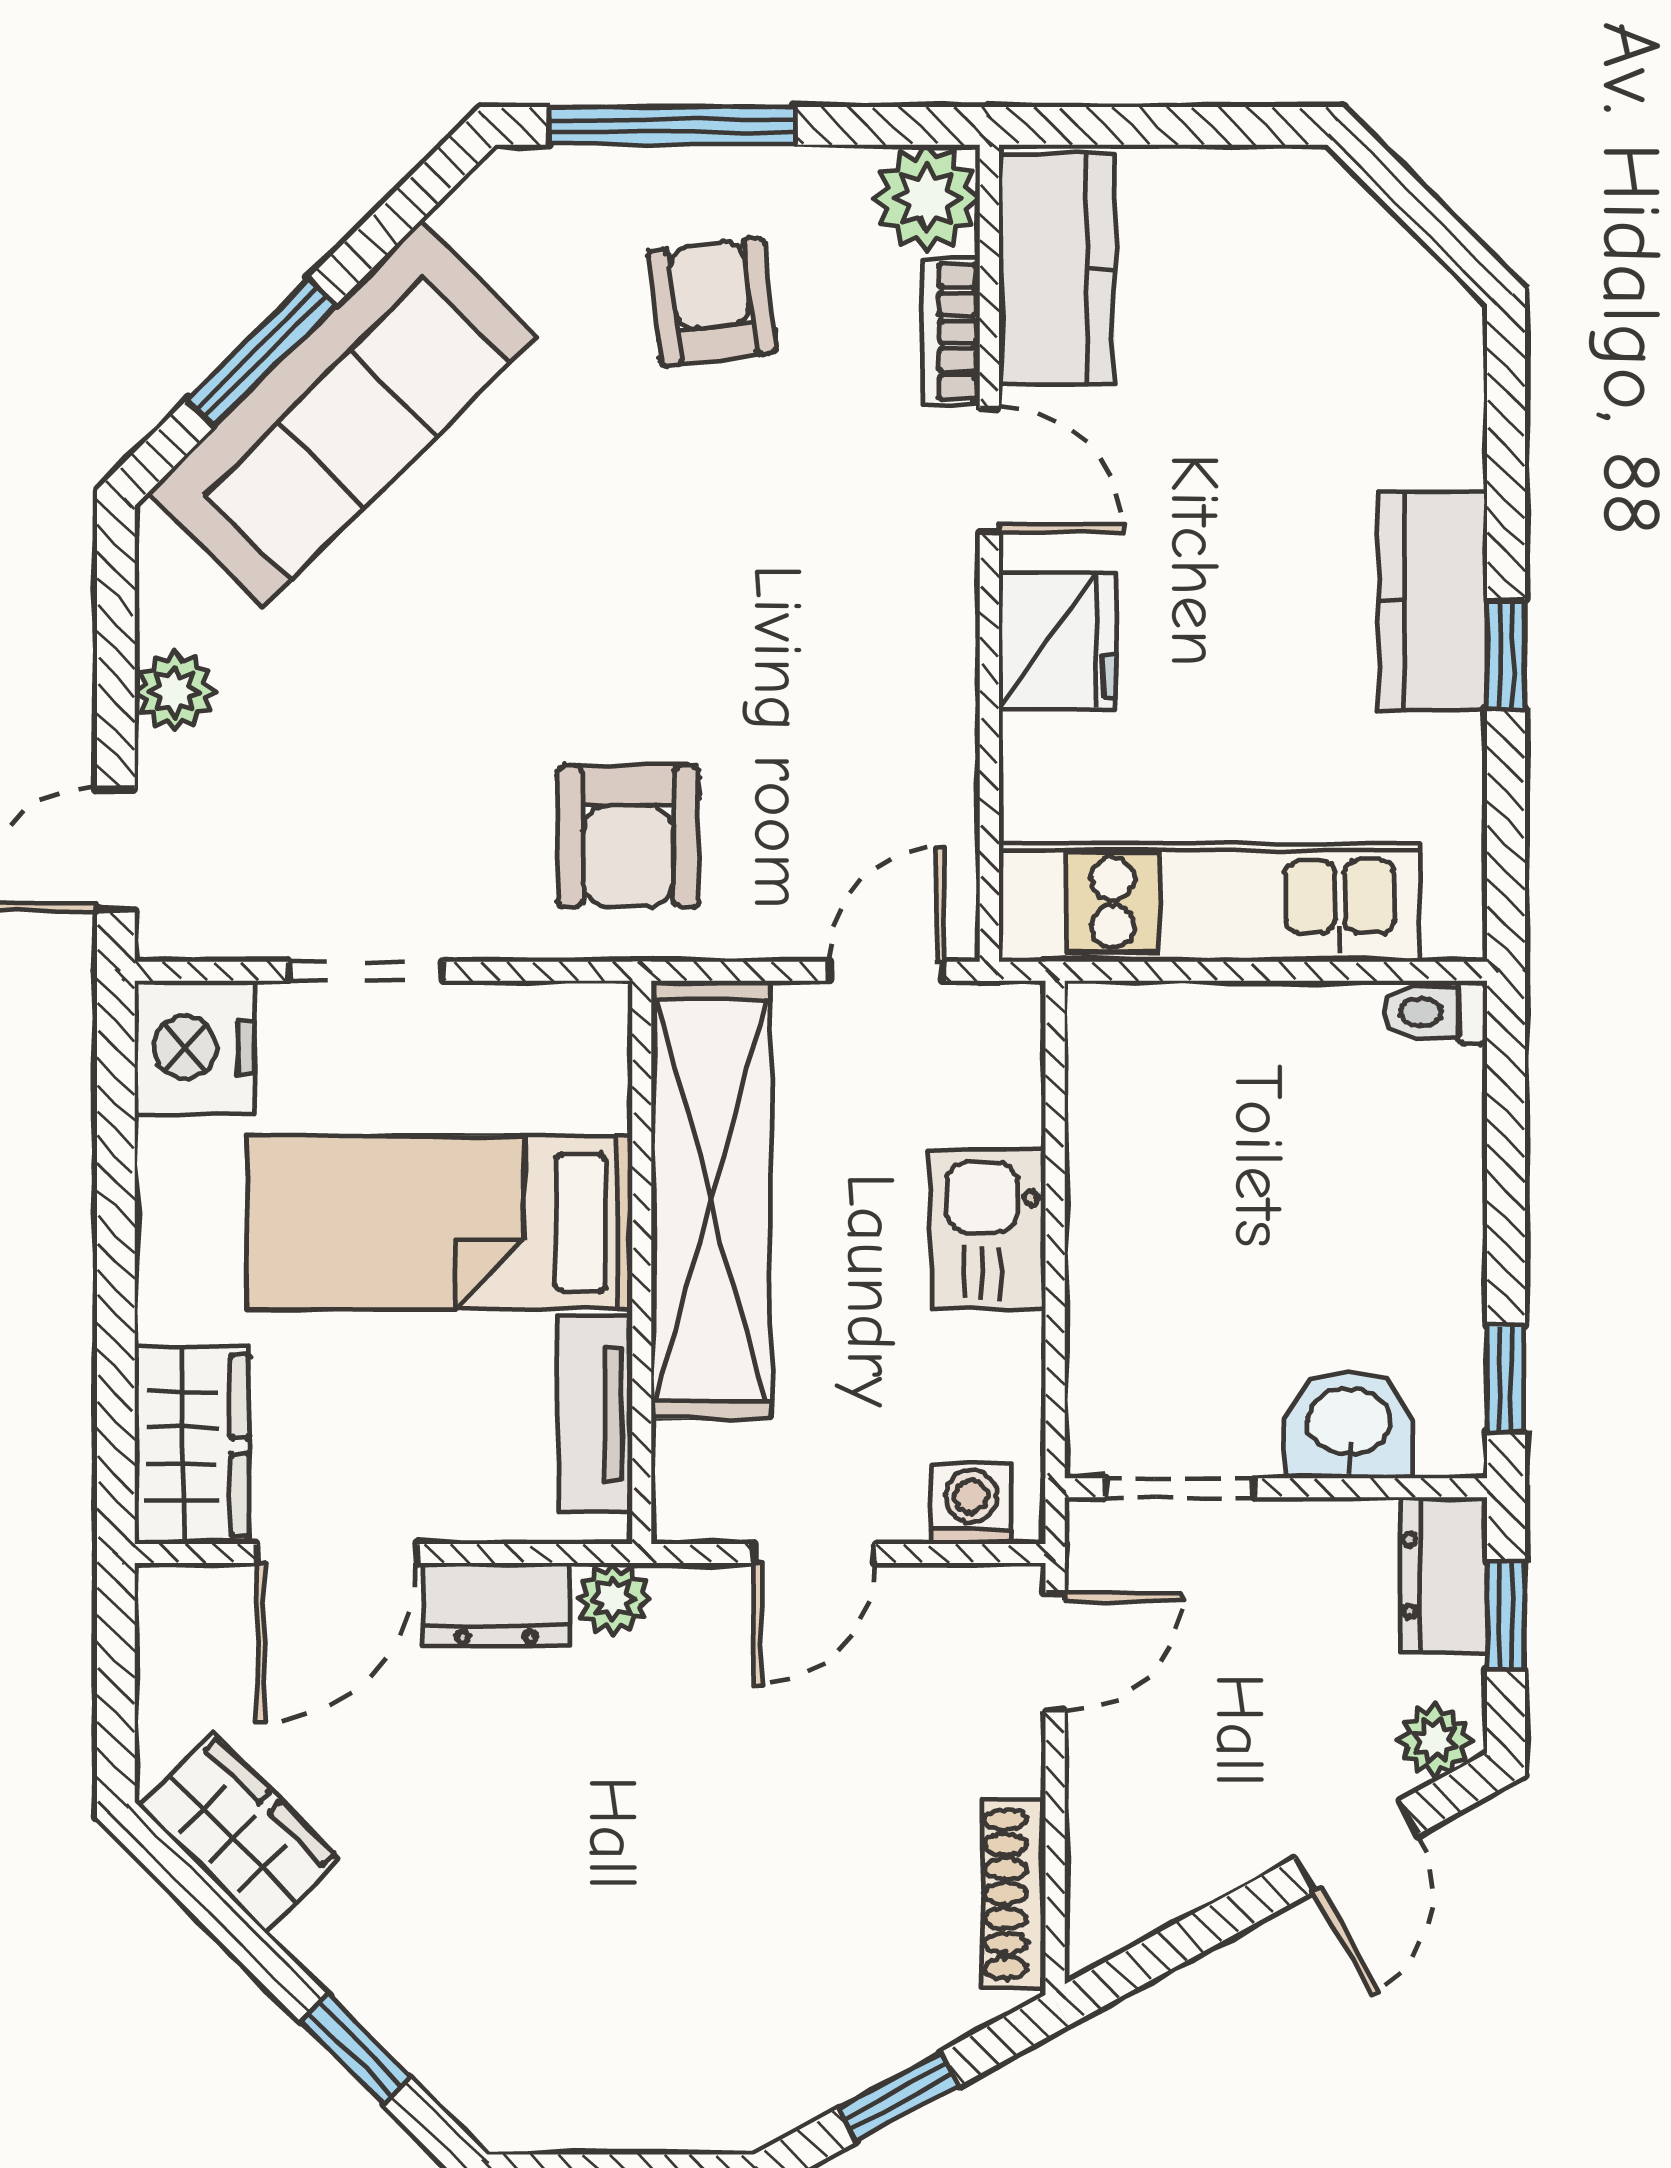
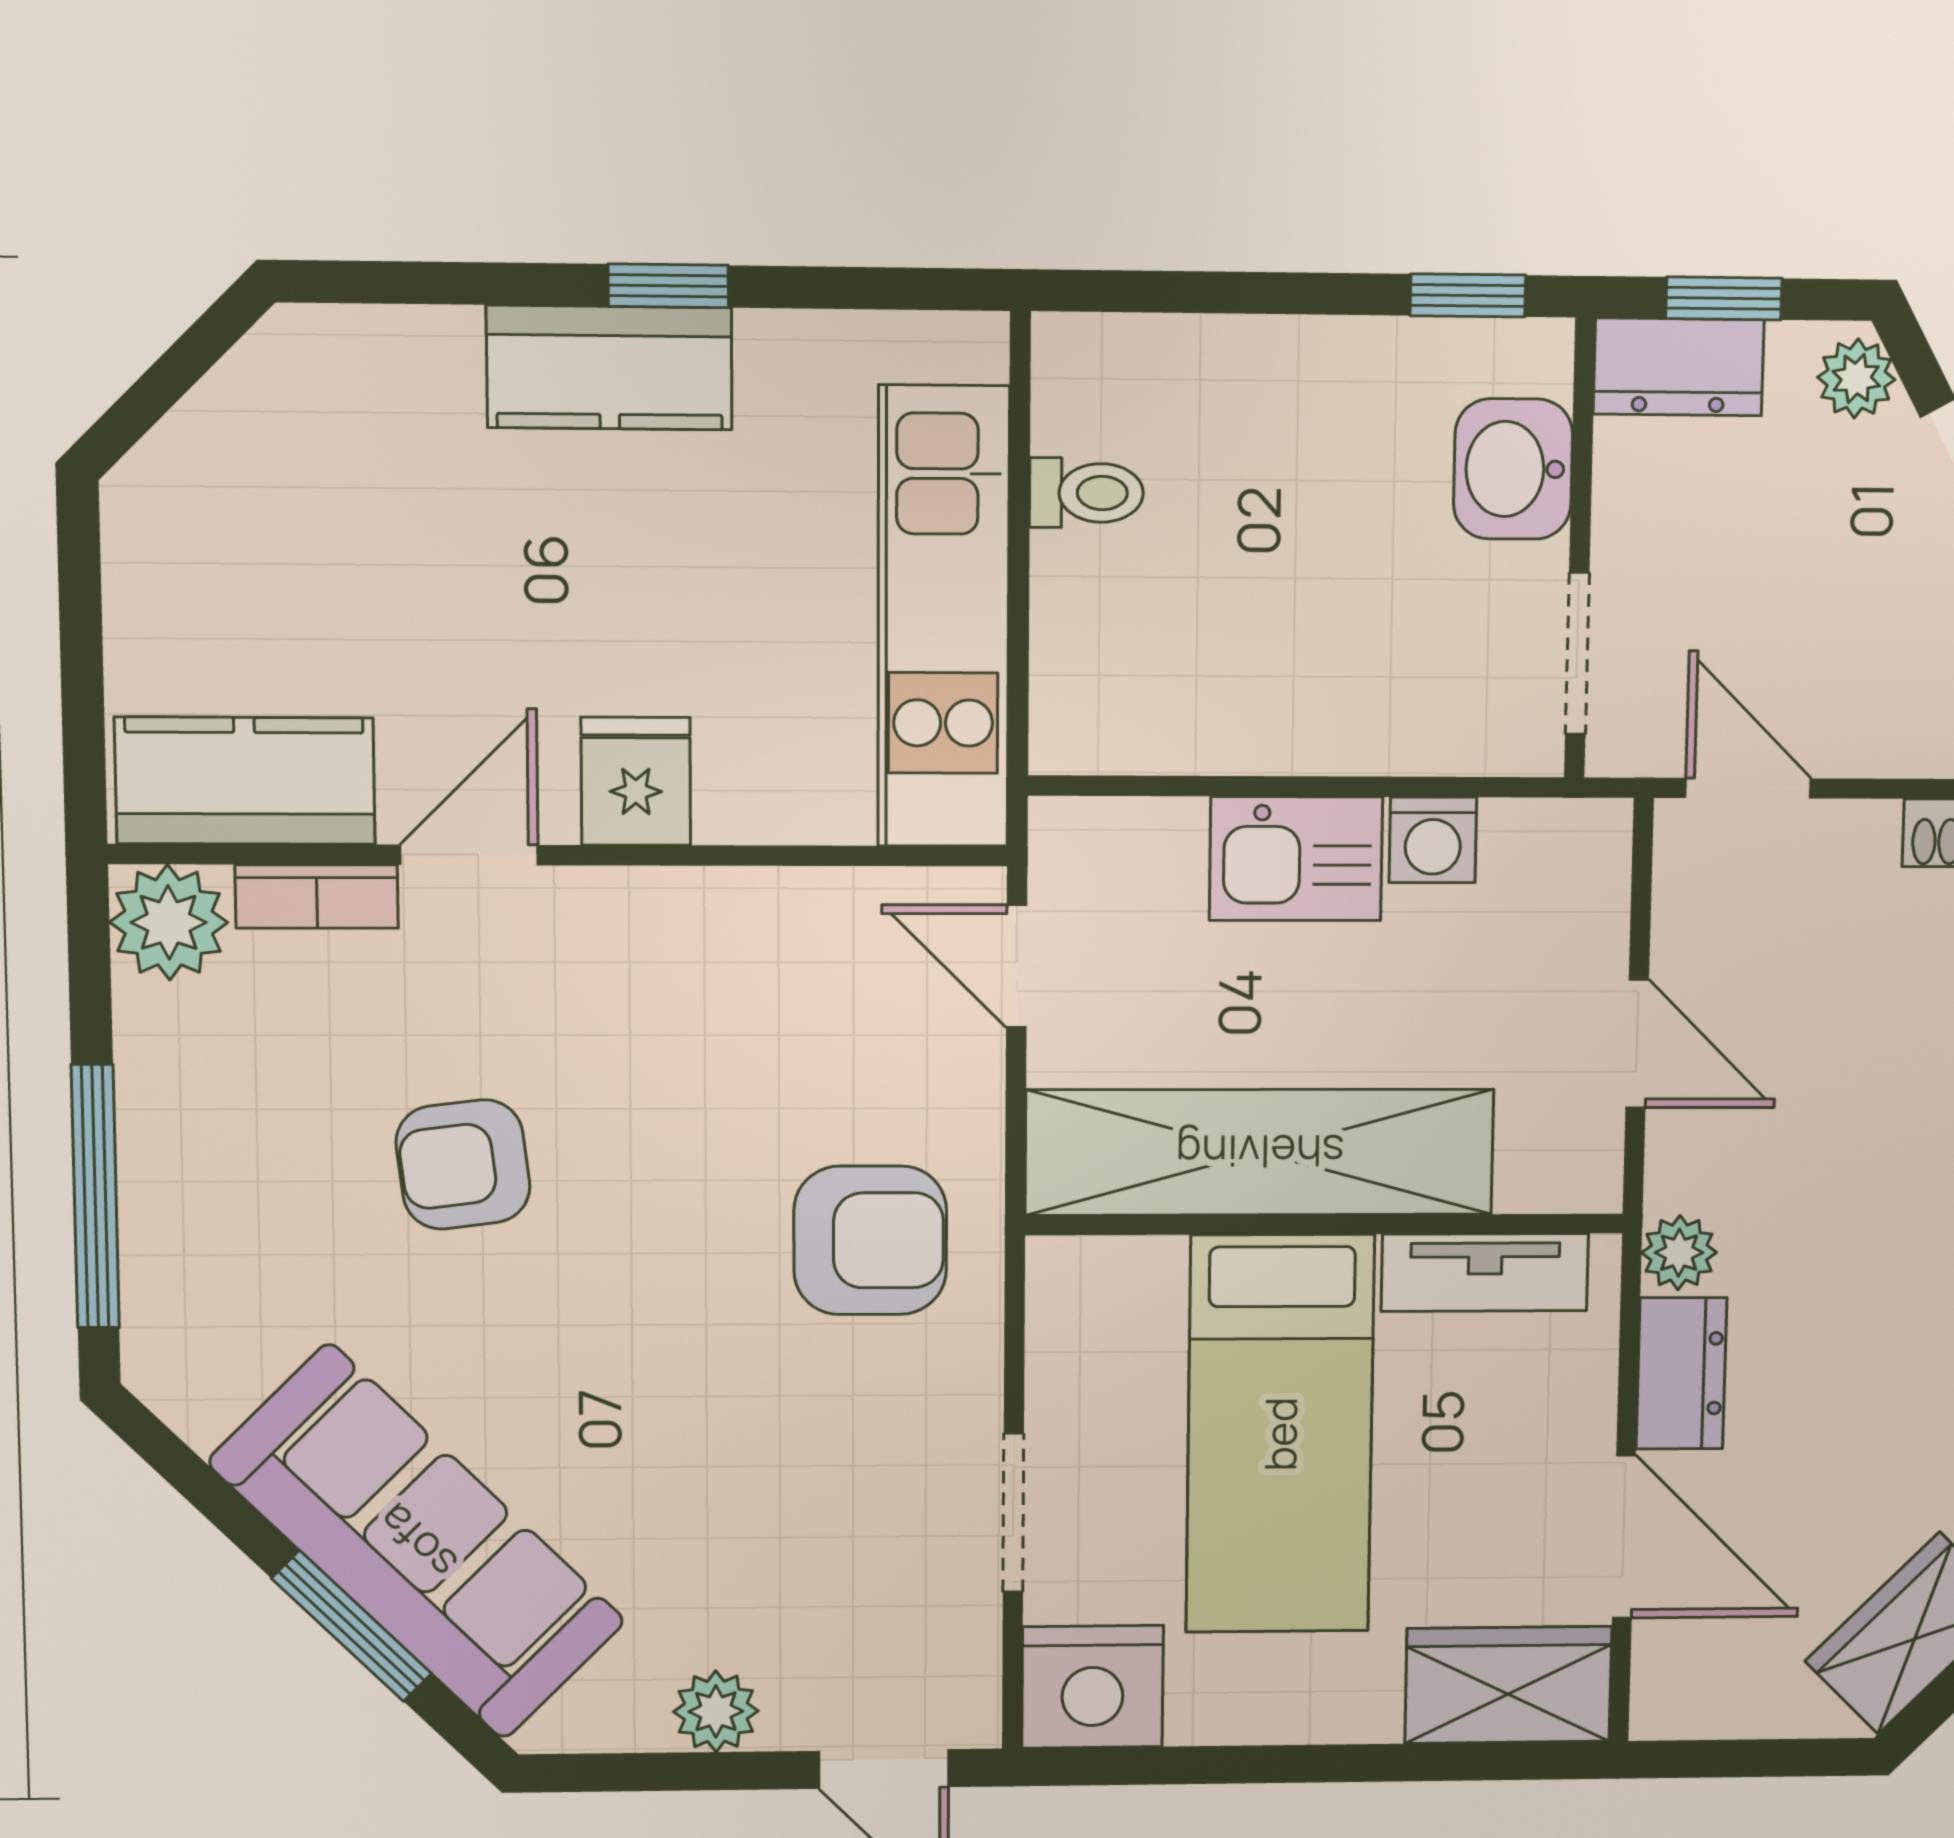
armchair: (712, 302) -> (463, 1164), moved
fridge: (1058, 641) -> (636, 781), width x0.72
toilet: (1435, 1012) -> (1086, 493), moved, turned -90
washing machine: (971, 1504) -> (1433, 840), moved, turned -90

